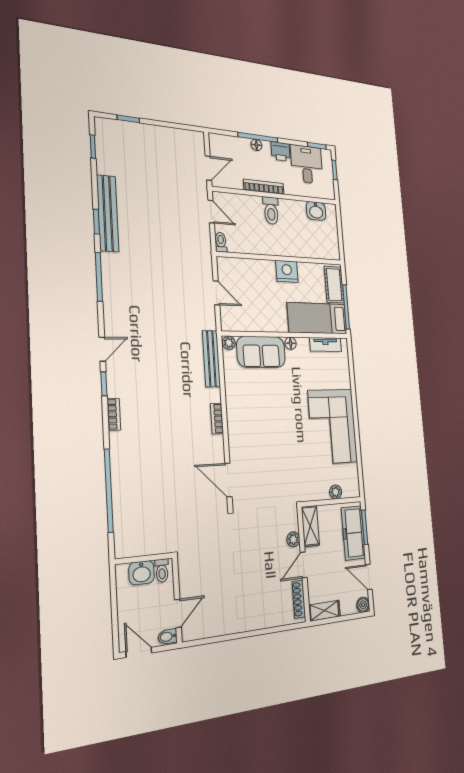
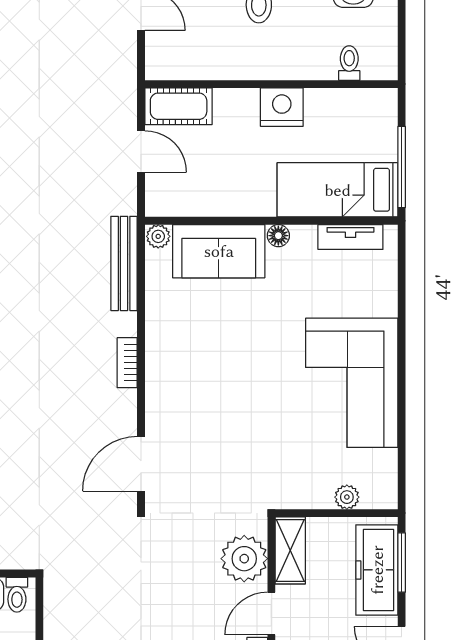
toilet: (221, 242) -> (349, 63), moved
cot: (334, 285) -> (179, 106), moved, turned 90
door: (228, 480) -> (141, 464), hinge flipped
plant: (293, 539) -> (244, 559), width x1.88, depth x1.88

